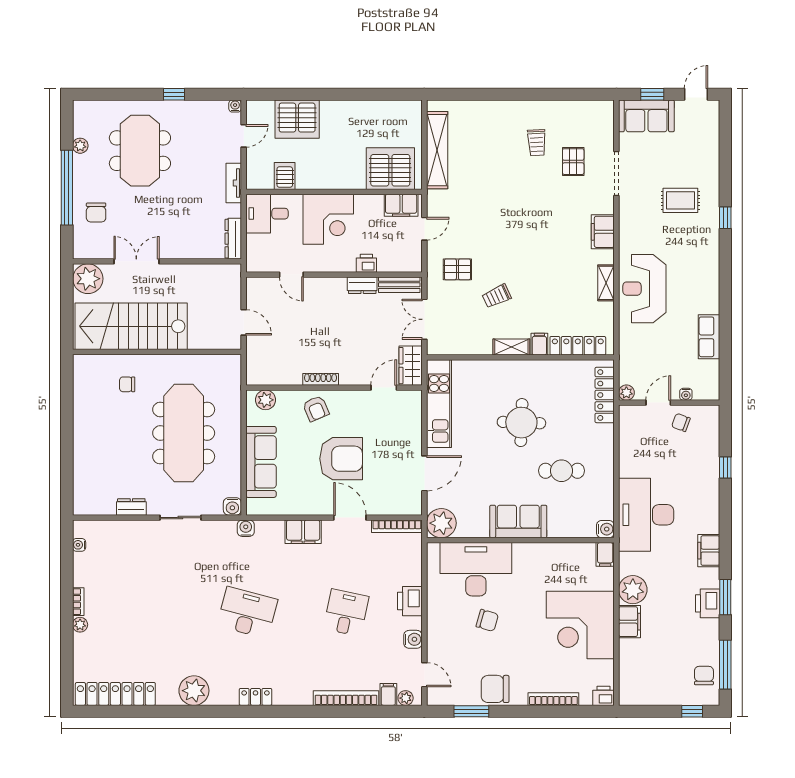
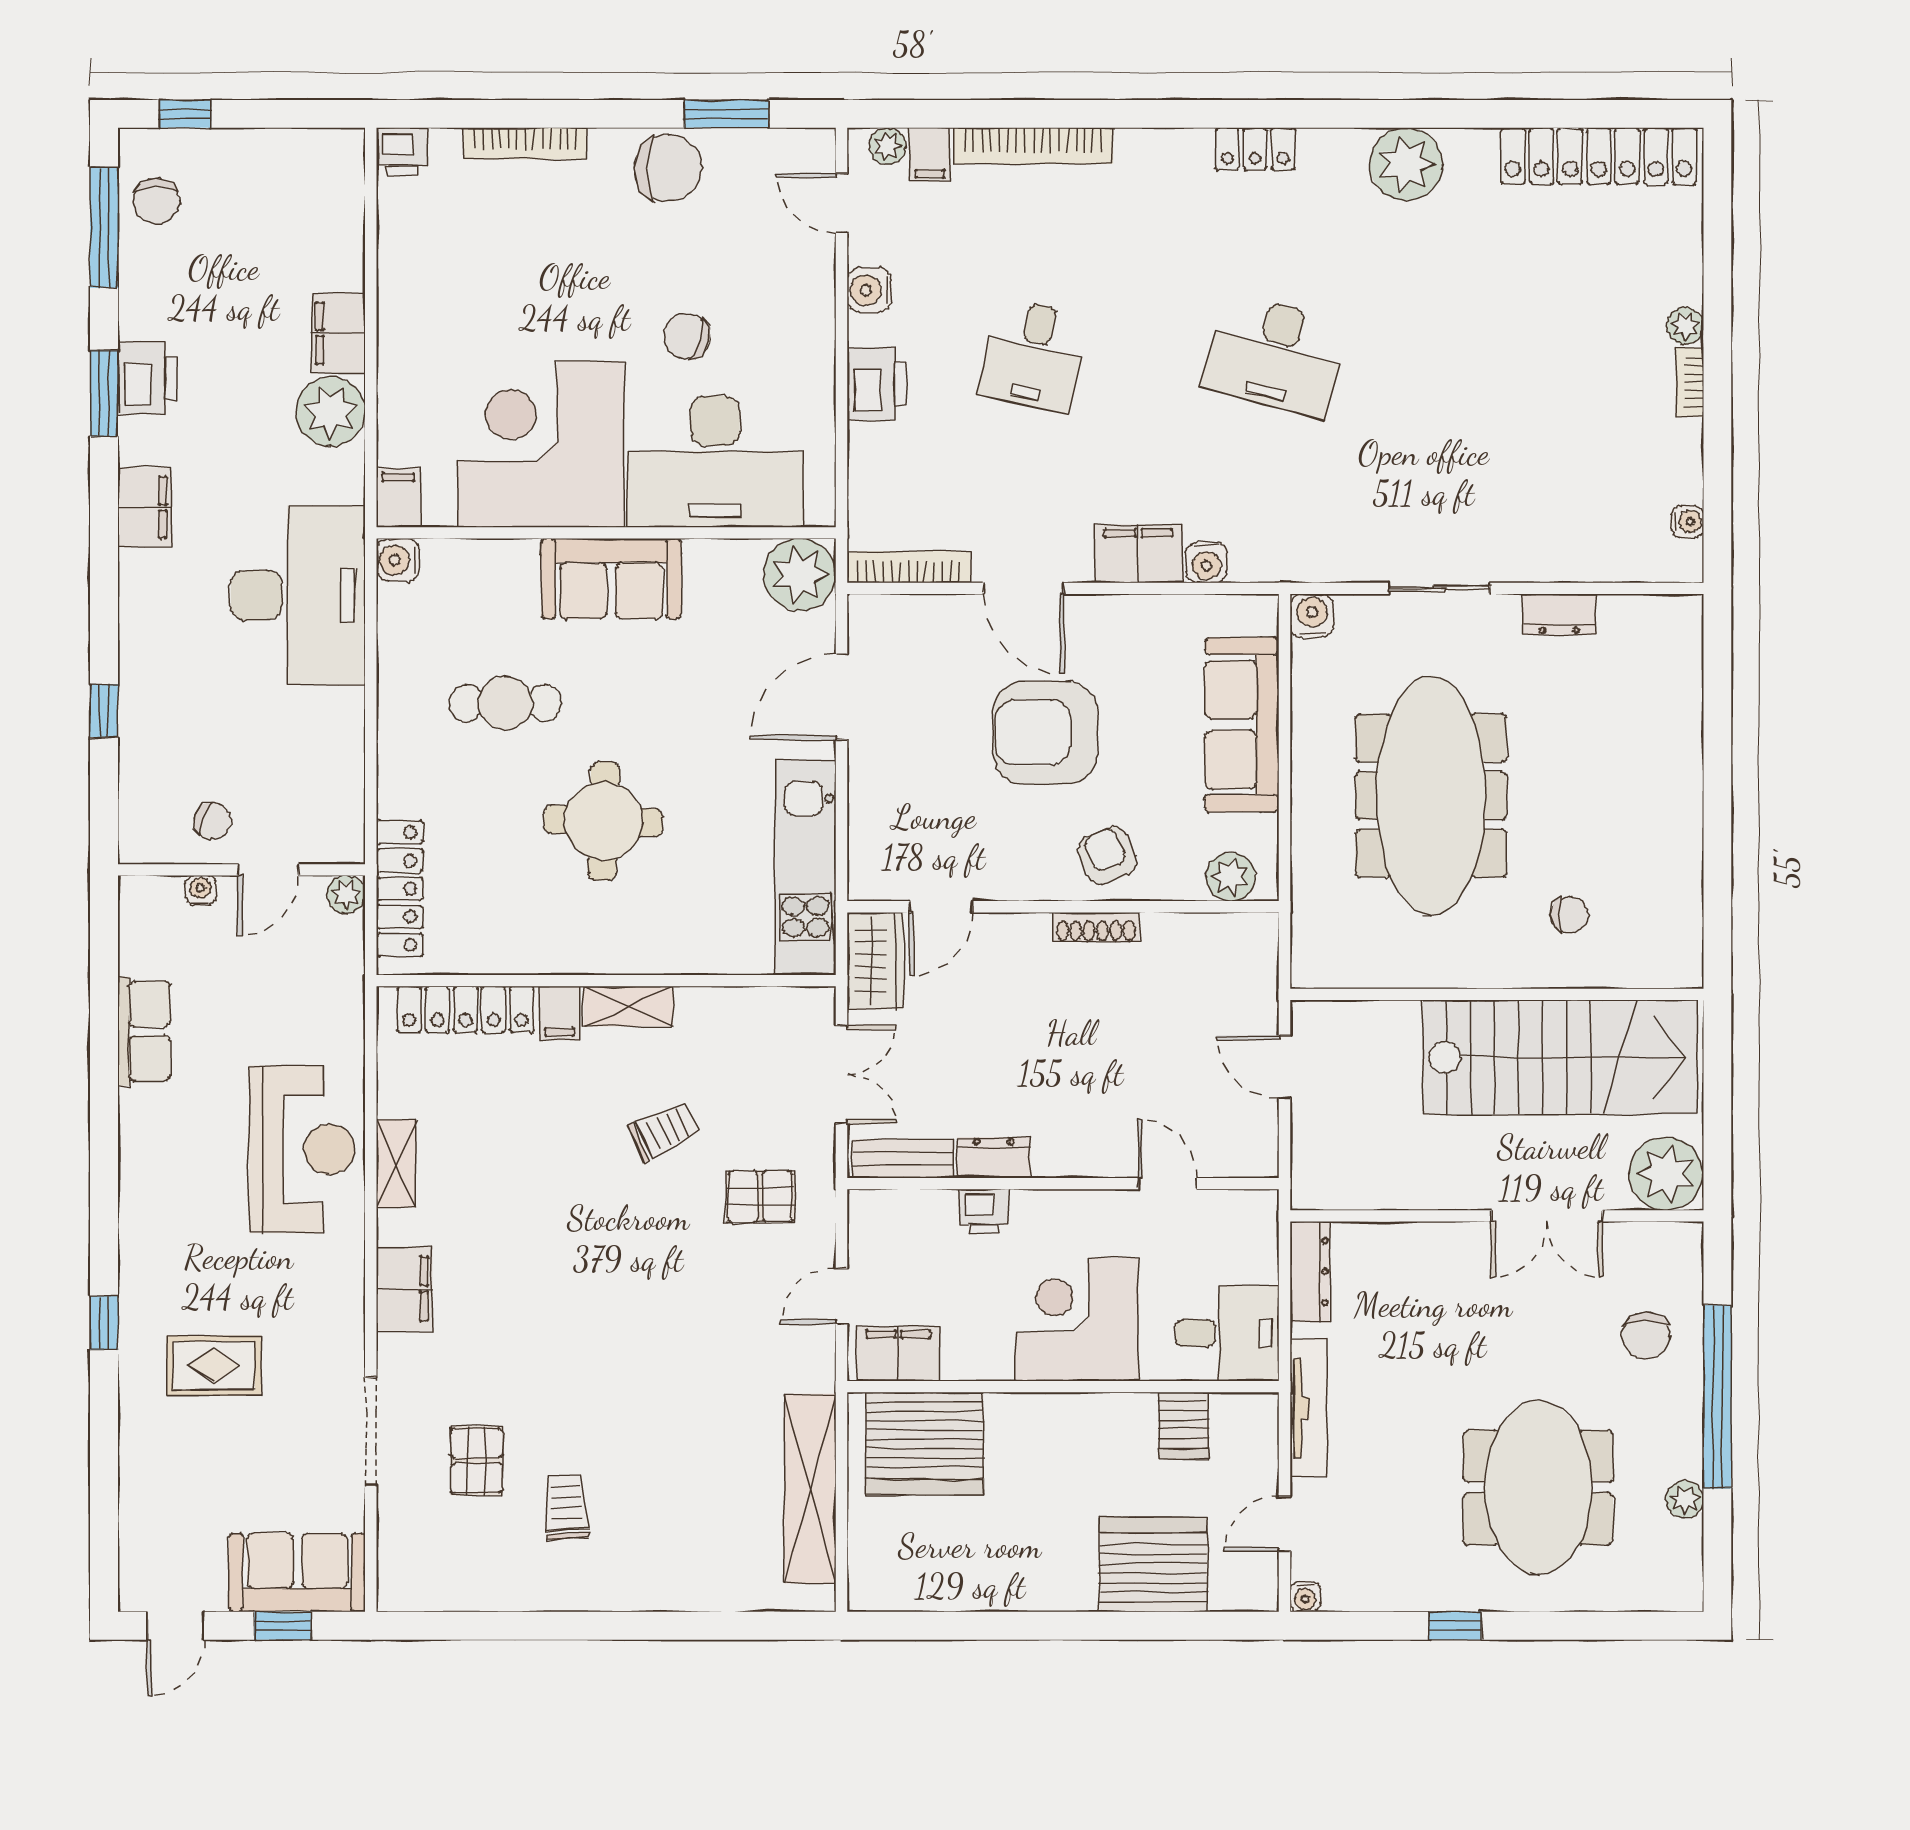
tv unit: (234, 183) -> (1309, 1408), width x1.41
chair: (96, 213) -> (1646, 1336), turned 180
water cooler: (246, 528) -> (1206, 562), moved
corner desk: (580, 625) -> (541, 444), moved, turned -90

